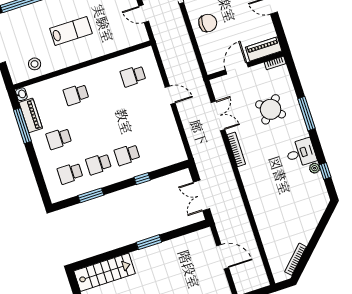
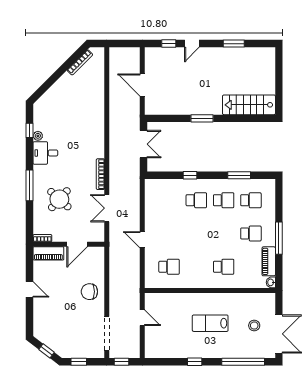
stool: (35, 64) -> (254, 326), moved
window: (22, 126) -> (279, 238), moved

